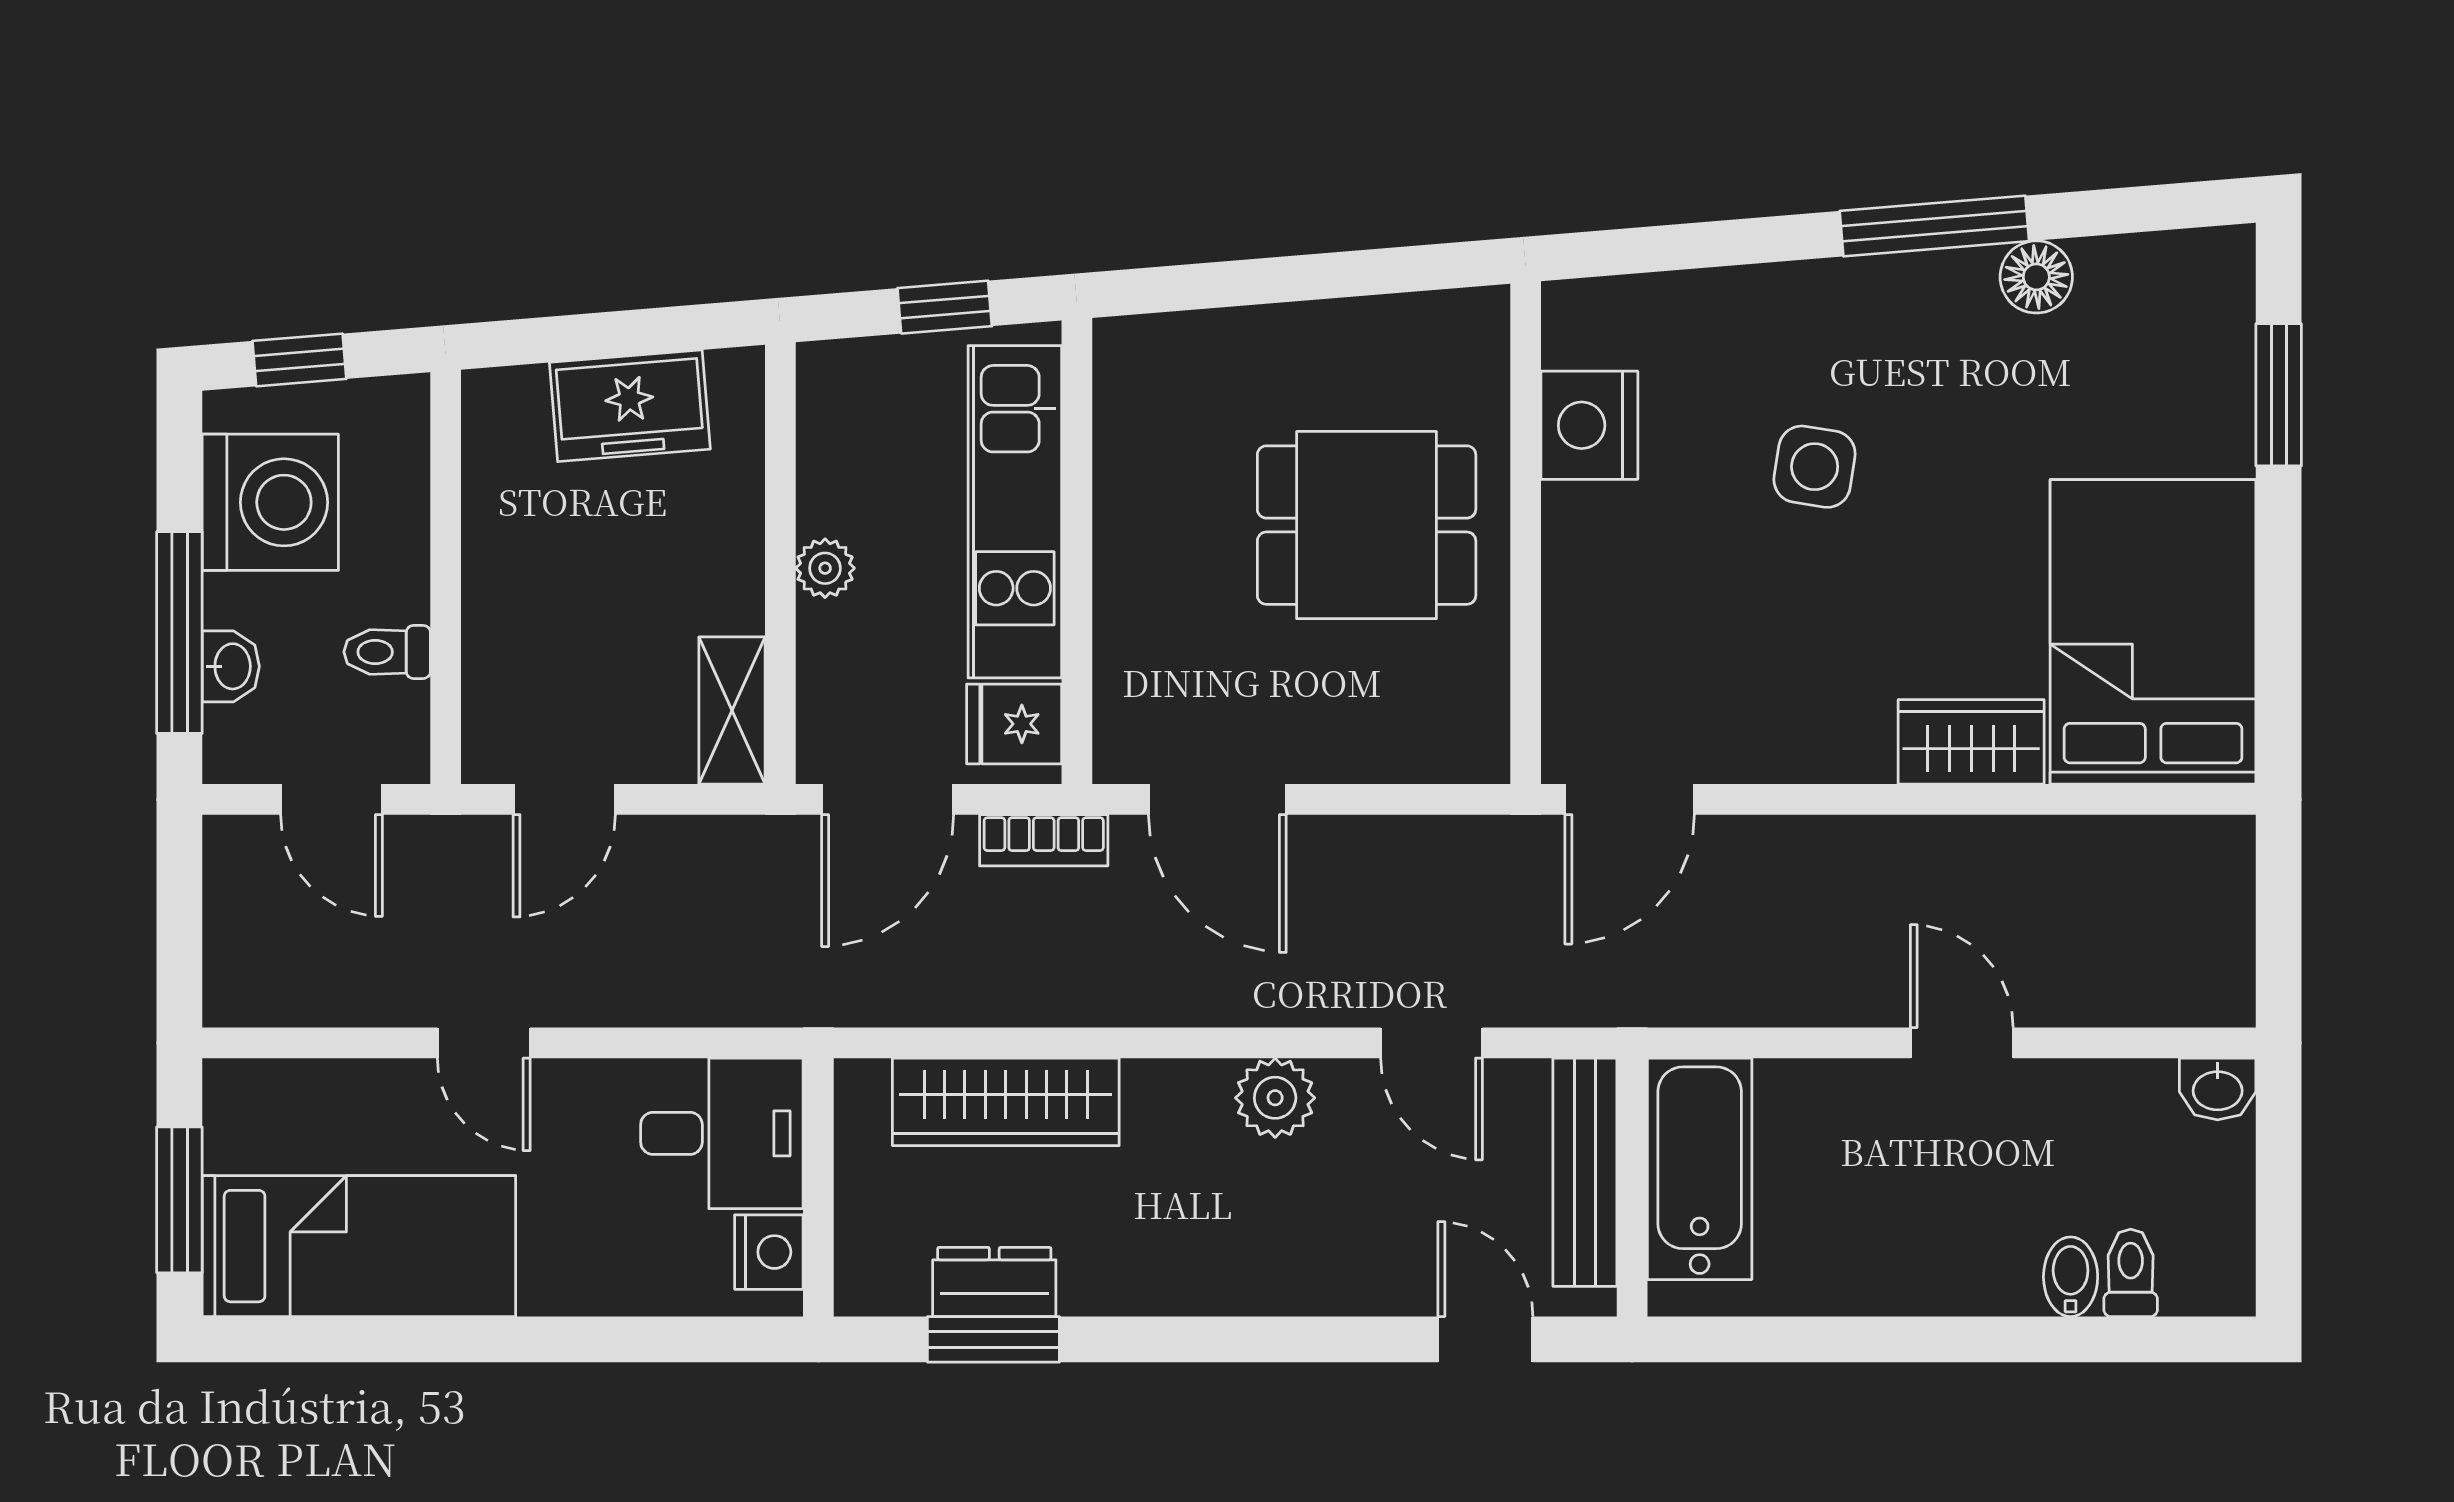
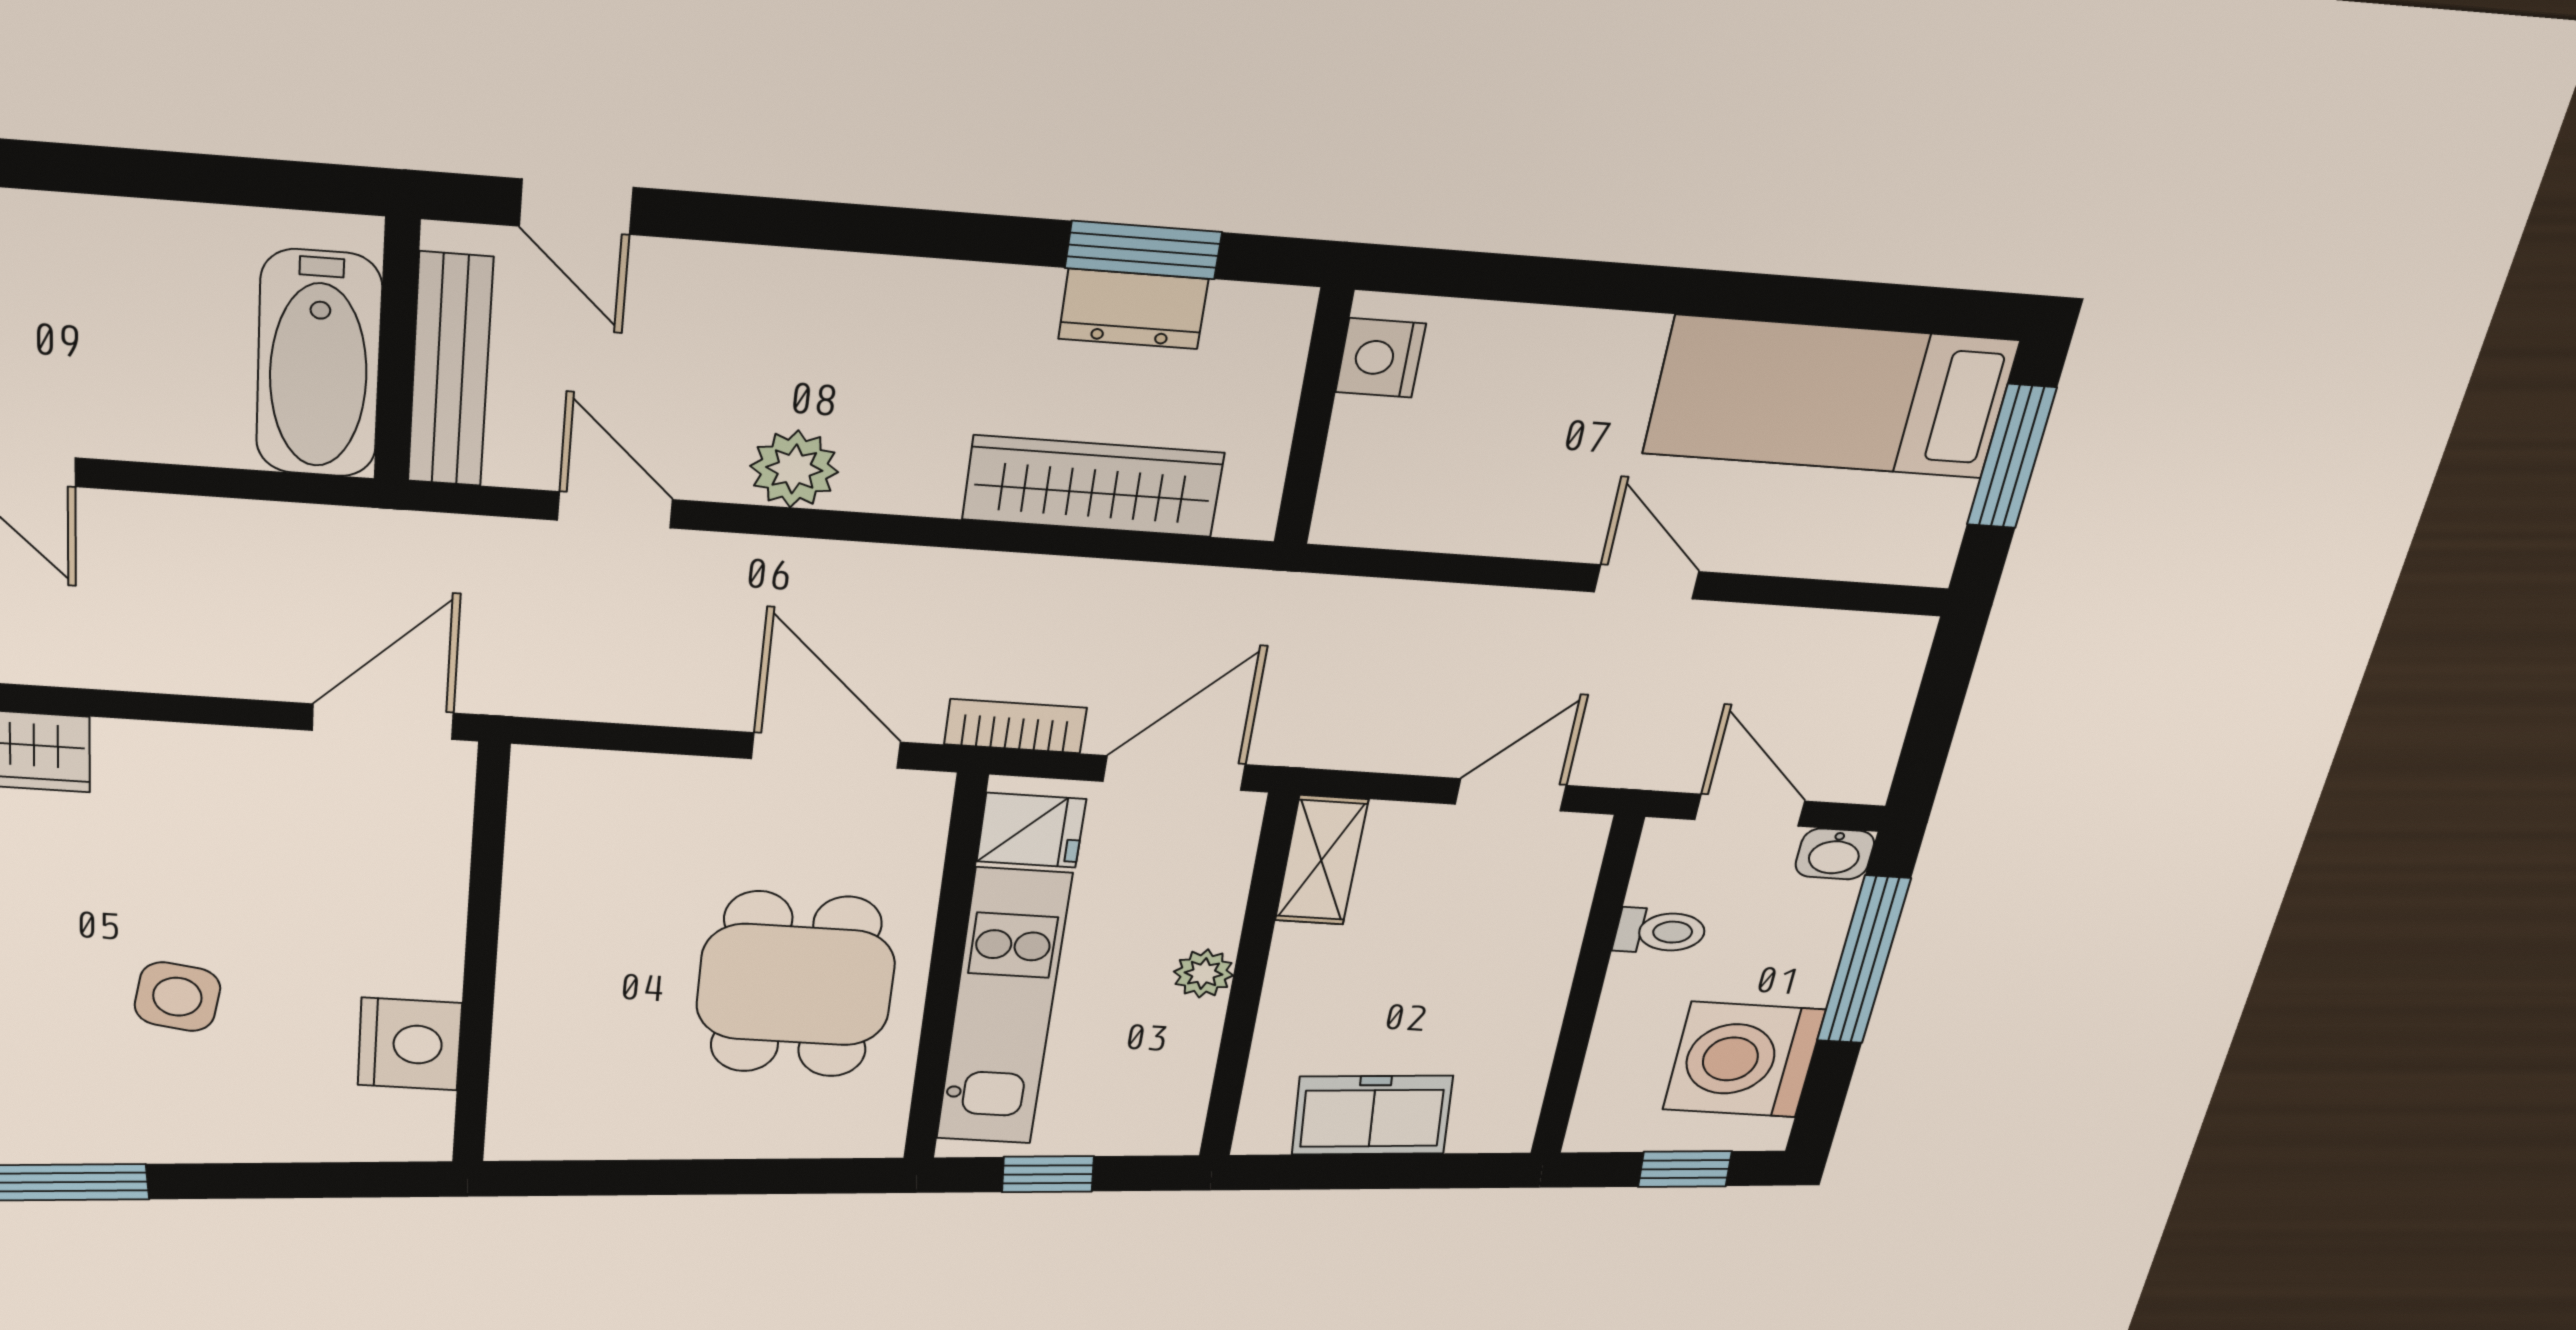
dining table: (1367, 525) -> (795, 985), moved, turned 90
washbasin: (231, 666) -> (1835, 854), moved, turned -90
desk: (722, 1133) -> (1409, 478), removed

